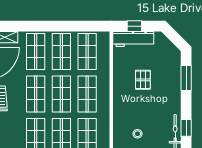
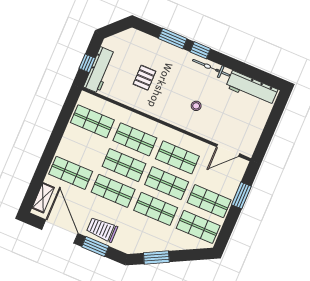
shop shelf: (61, 51) -> (81, 147), removed
window: (186, 78) -> (173, 39), moved
pallet: (143, 80) -> (144, 78), turned 90
window: (186, 128) -> (200, 50), moved

